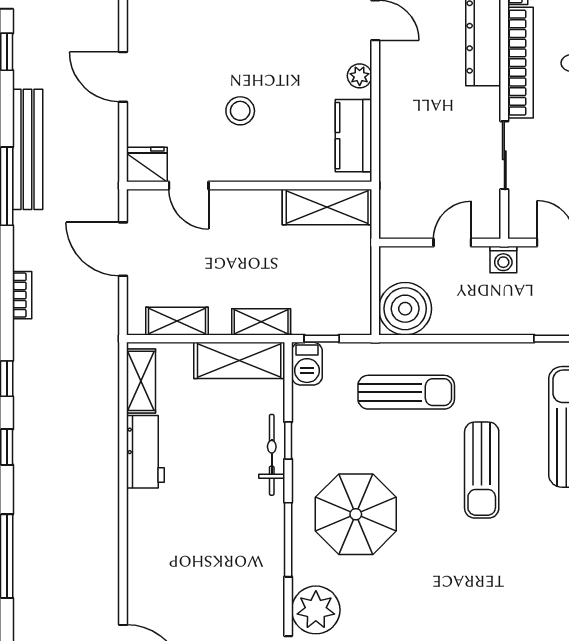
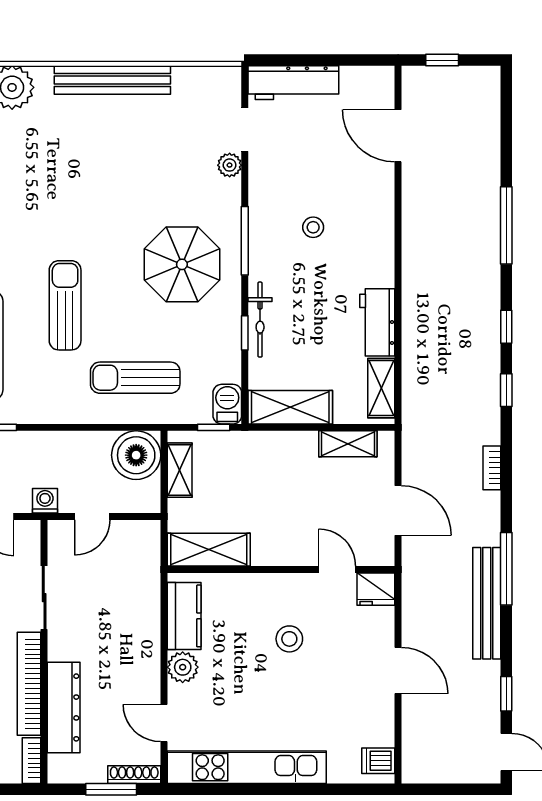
plant: (360, 76) -> (183, 667), width x1.38, depth x1.38
shelving: (261, 322) -> (180, 470), moved, turned 90
stool: (215, 554) -> (313, 227), added
plant: (316, 610) -> (230, 165), width x0.53, depth x0.53

